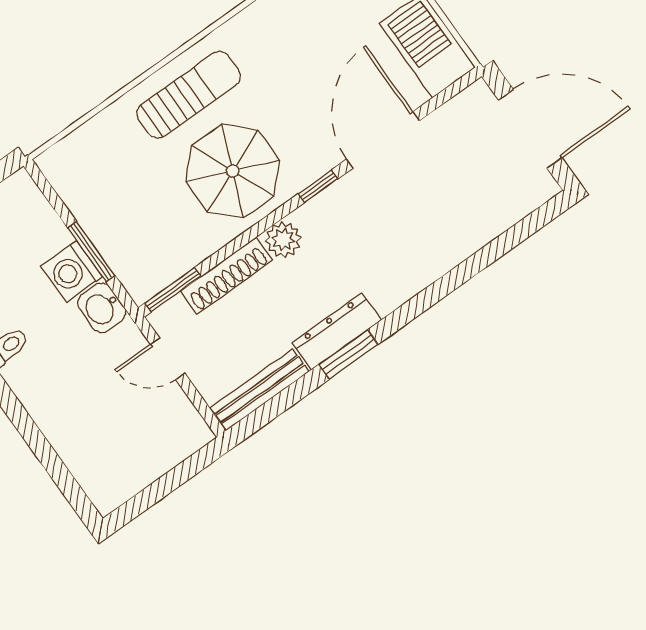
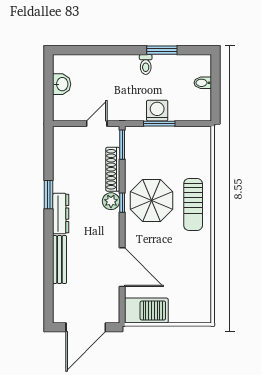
window: (318, 186) -> (122, 203), moved
washbasin: (102, 308) -> (62, 84), moved, turned 90
dresser: (337, 331) -> (61, 214), moved
bench: (260, 390) -> (60, 259), moved

